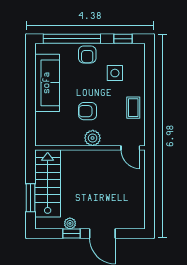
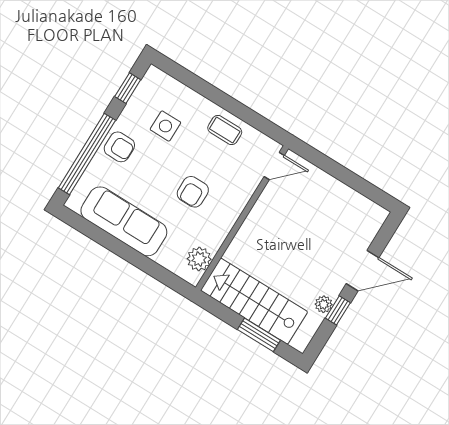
plant: (93, 138) -> (199, 259), moved

